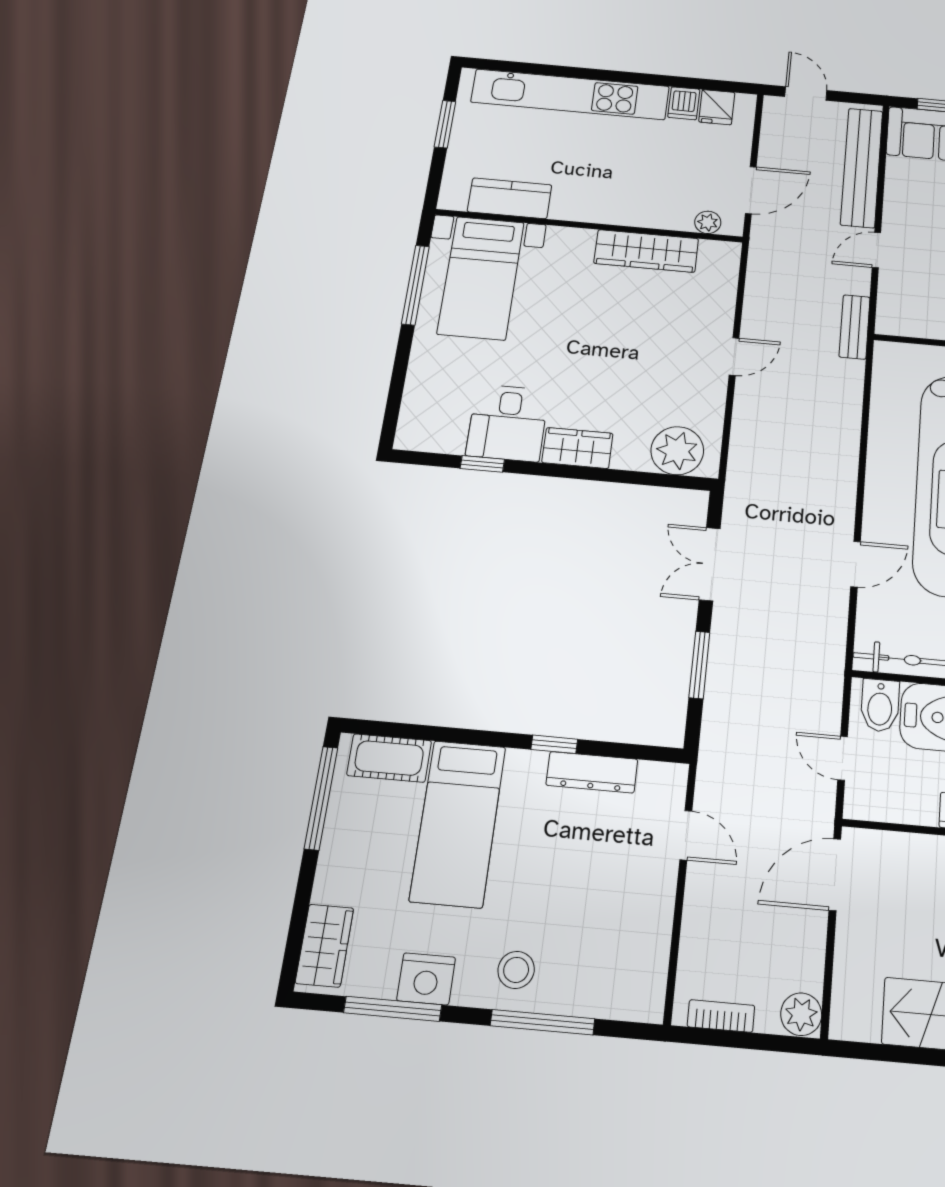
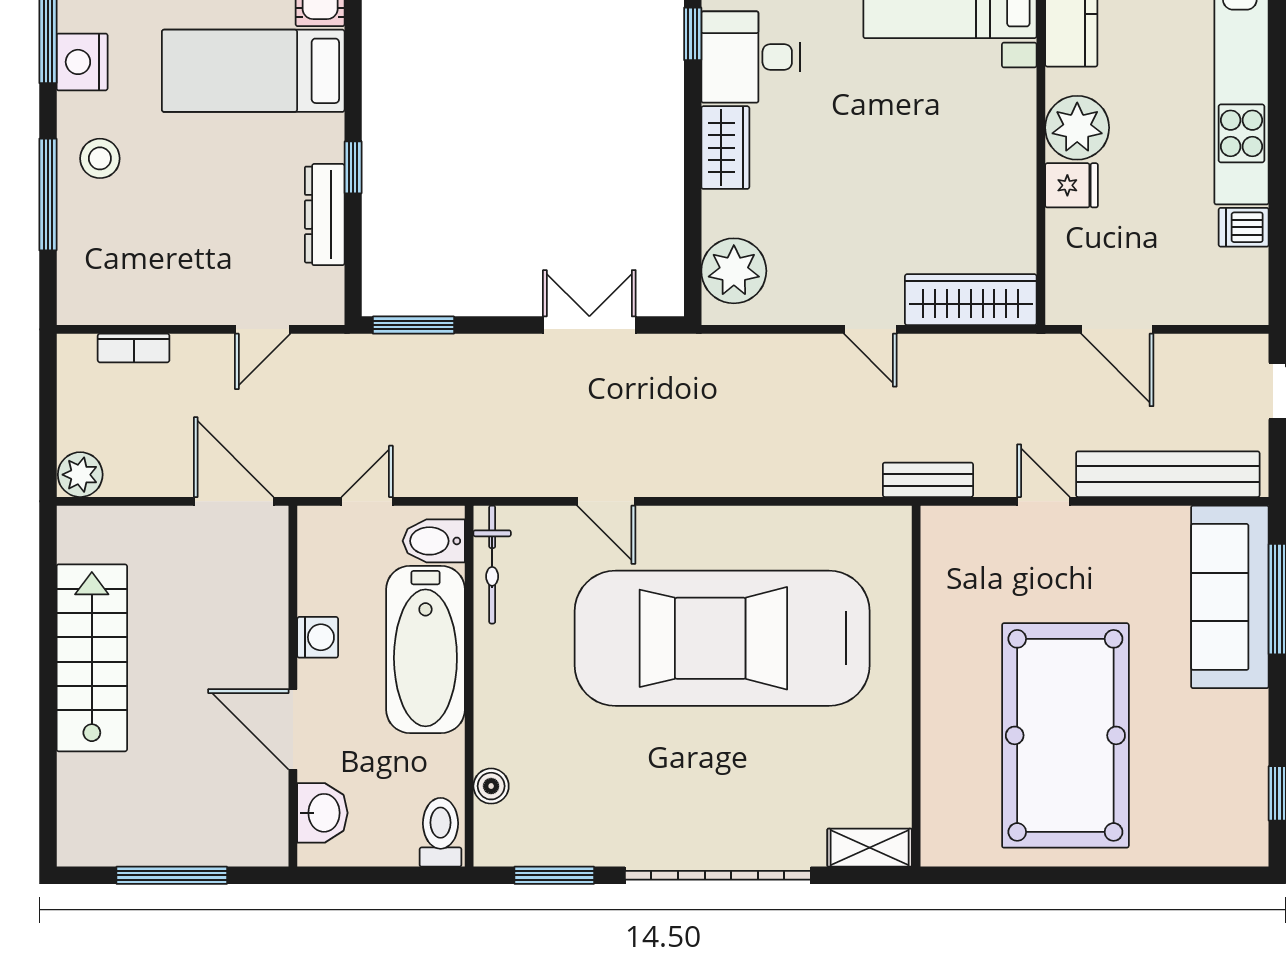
fridge: (717, 107) -> (1072, 185), moved, turned 180
plant: (708, 222) -> (1077, 128), moved, width x1.88, depth x1.88
wardrobe: (646, 251) -> (971, 300), moved, turned 90
window: (699, 665) -> (413, 325), moved
bookcase: (721, 1016) -> (134, 348), moved, turned 90

